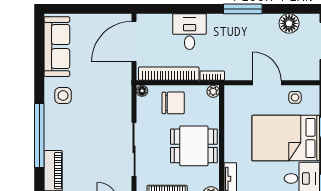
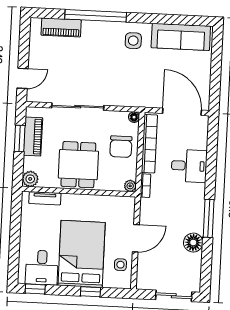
floor lamp: (289, 23) -> (193, 243), moved

